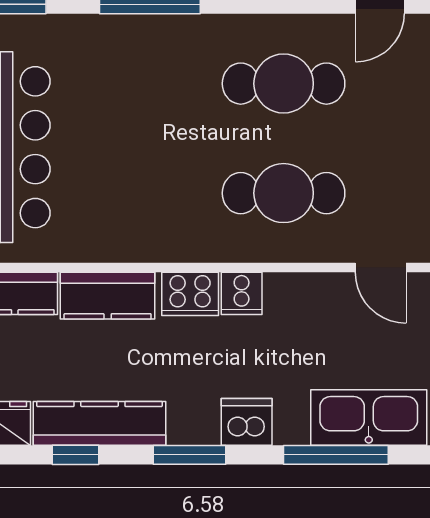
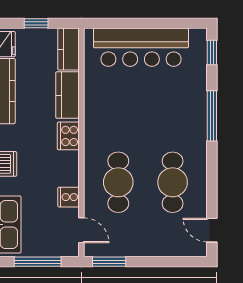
door: (381, 268) -> (81, 230), swing flipped
cooker: (242, 293) -> (69, 197), moved

